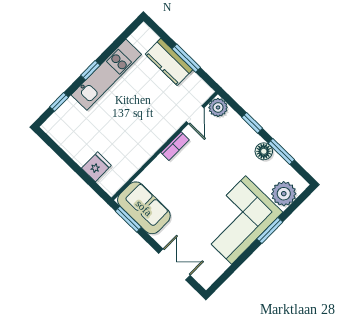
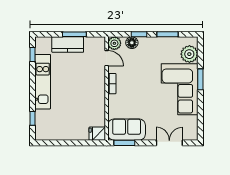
window: (90, 70) -> (33, 54), moved
floor lamp: (264, 151) -> (132, 43), moved
fridge: (96, 167) -> (97, 134), moved, turned -90

